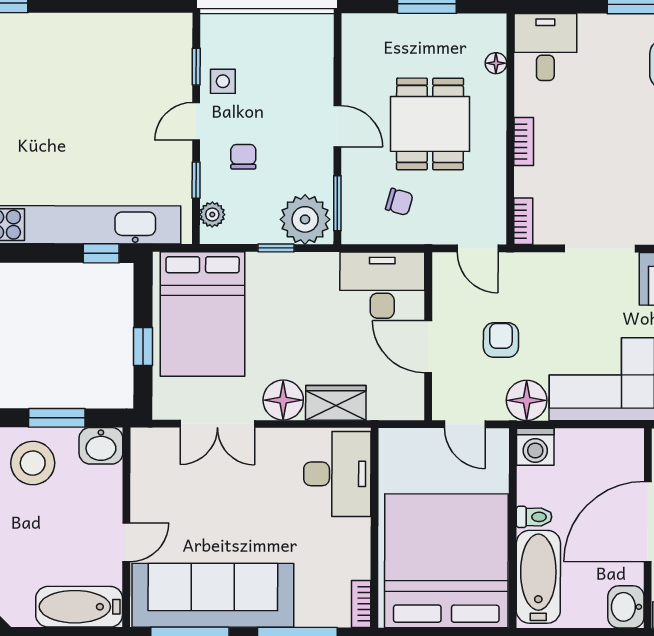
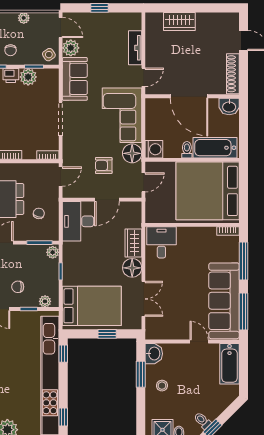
plant: (305, 219) -> (53, 252), width x0.53, depth x0.53
stool: (33, 463) -> (162, 386), width x0.53, depth x0.53
desk: (337, 474) -> (161, 242), width x0.73

